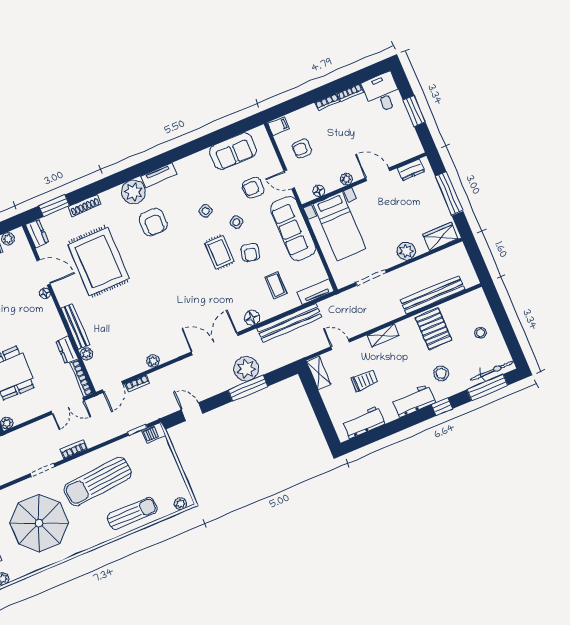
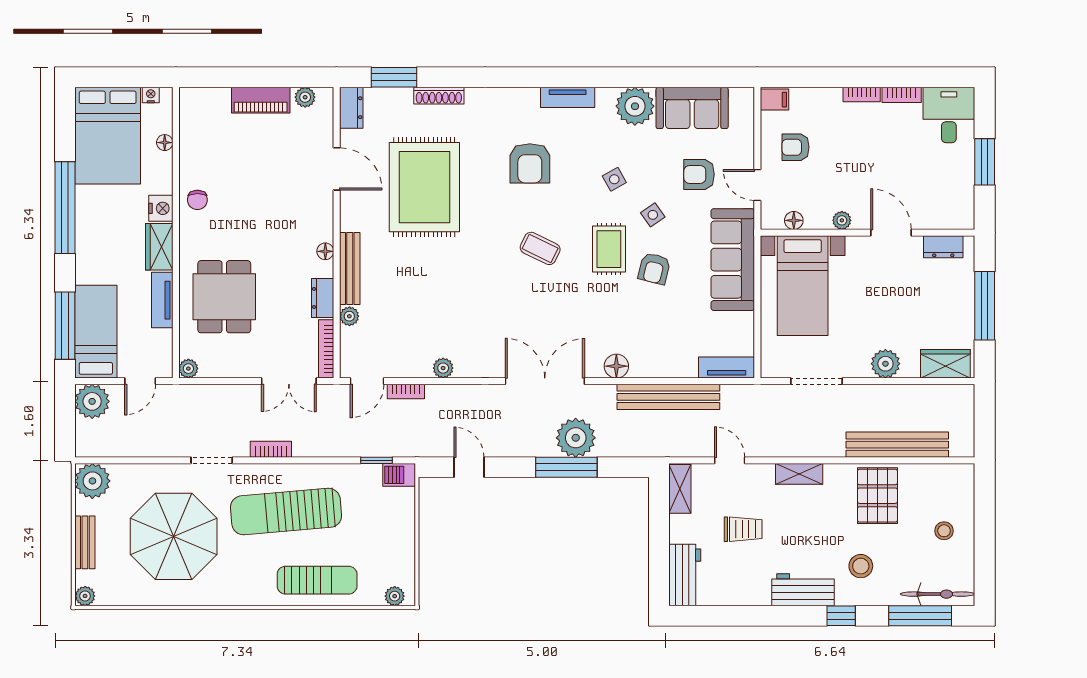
plant: (133, 192) -> (635, 106), moved
coffee table: (276, 285) -> (540, 248), moved, turned -64
floor lamp: (45, 293) -> (325, 251), moved
workbench: (363, 422) -> (685, 575), moved, turned 90

